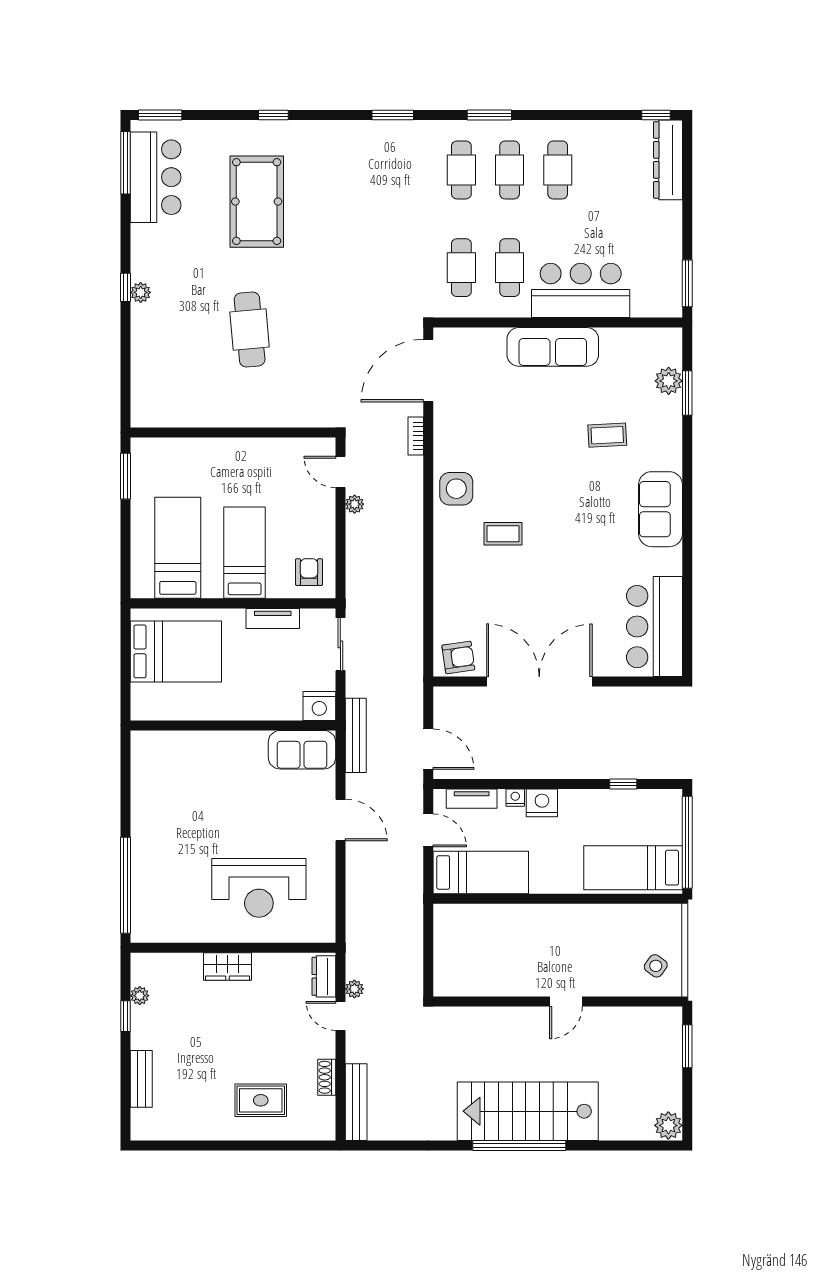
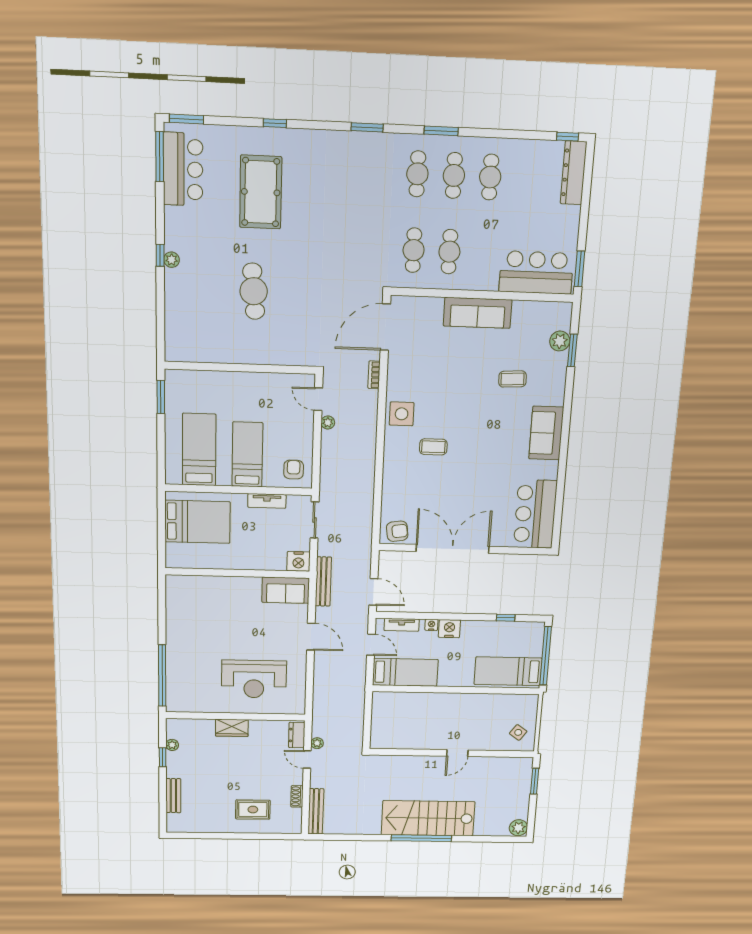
bar counter: (581, 290) -> (536, 273), moved

